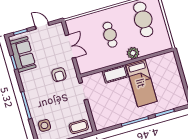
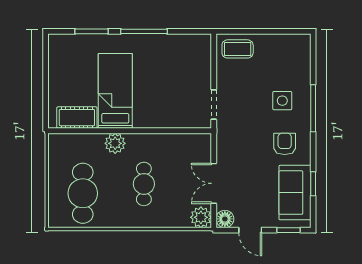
plant: (72, 25) -> (201, 217), added
floor lamp: (58, 28) -> (225, 219), added
cot: (115, 74) -> (77, 118), moved
armchair: (59, 75) -> (285, 144), moved
side table: (44, 125) -> (282, 101), moved

